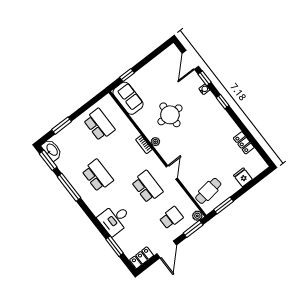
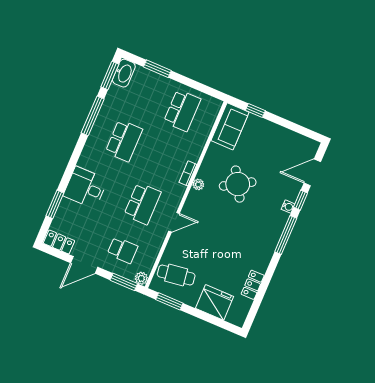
window: (223, 102) -> (286, 235), width x2.17
round table: (170, 115) -> (238, 184), turned -31
fridge: (243, 177) -> (215, 302), width x1.88, depth x1.34

